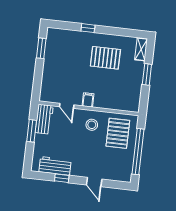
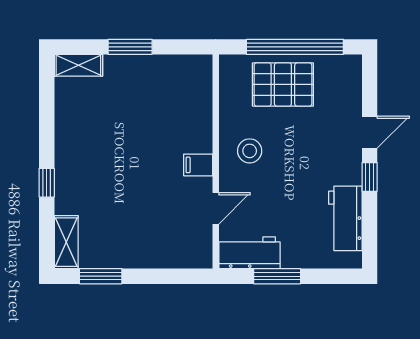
shelving: (59, 34) -> (66, 242), added
pallet: (105, 58) -> (105, 139), removed
pallet: (118, 133) -> (283, 84), moved
window: (62, 178) -> (370, 177), moved

